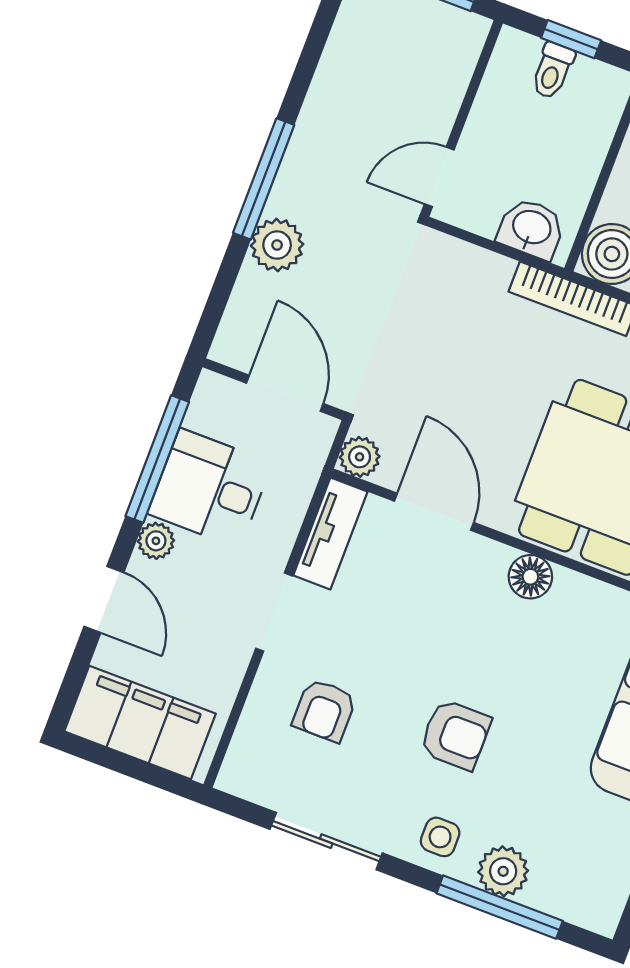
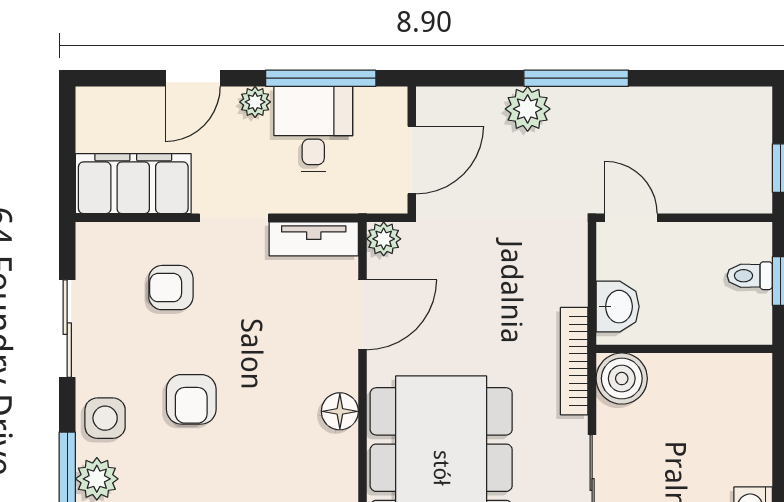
filing cabinet: (140, 723) -> (133, 184), moved, turned -90
side table: (440, 837) -> (105, 418), width x1.37, depth x1.37

